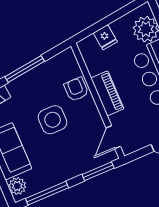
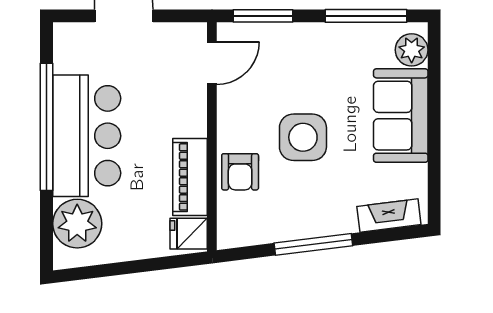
fridge: (105, 37) -> (189, 234), moved, turned -83
piano: (107, 93) -> (190, 177), moved

